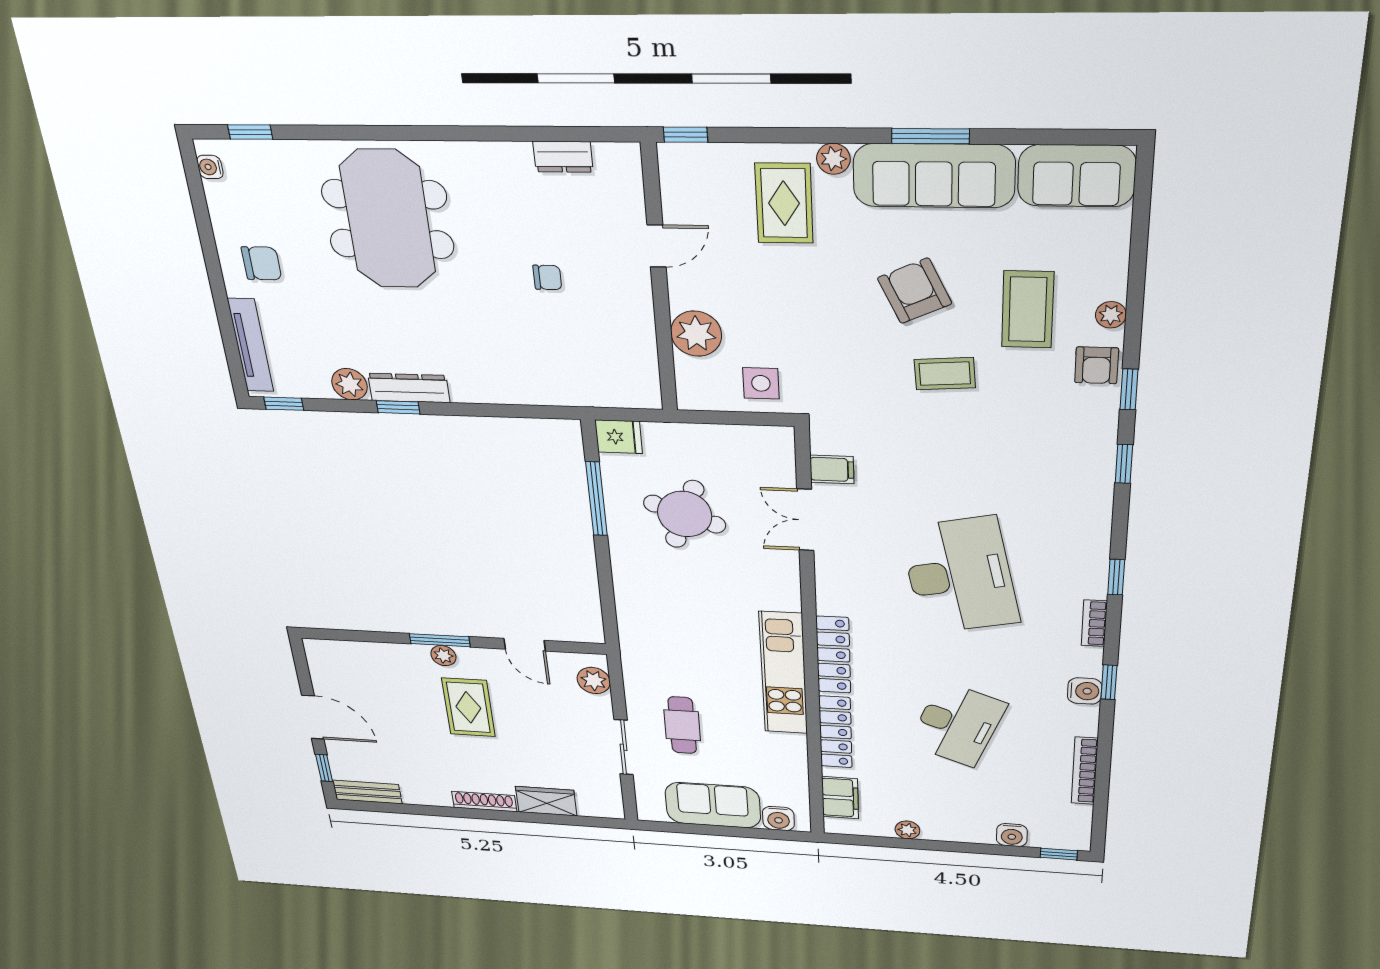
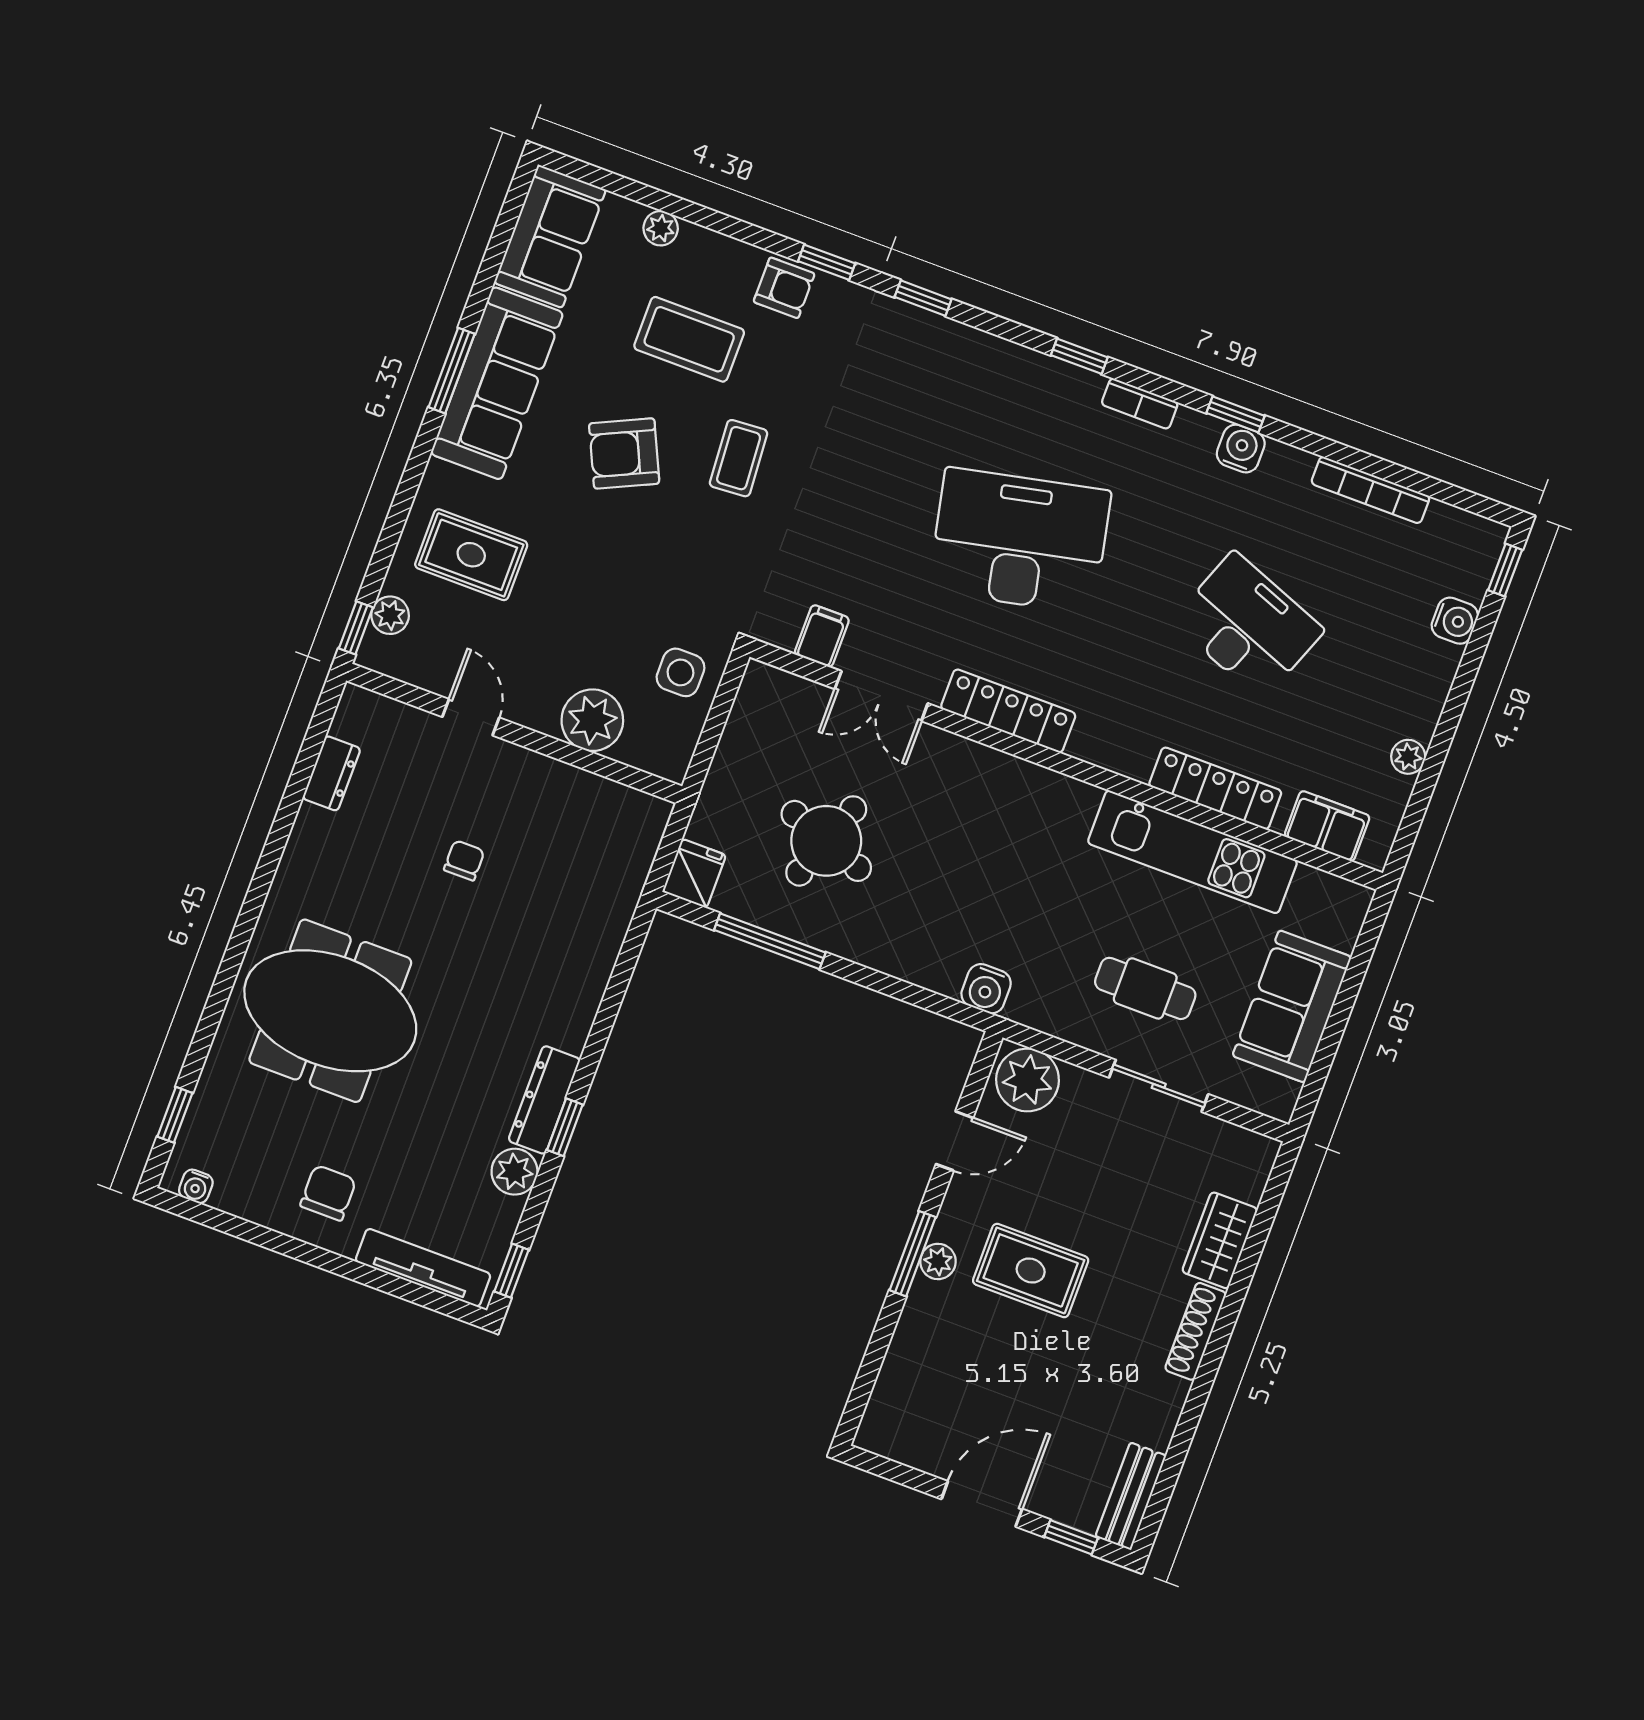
plant: (833, 159) -> (390, 615), moved
plant: (1111, 315) -> (661, 228), moved
locker: (833, 655) -> (1008, 711), moved
kitchen unit: (783, 673) -> (1192, 852), moved
plant: (594, 681) -> (1028, 1080), width x1.36, depth x1.36
water cooler: (778, 818) -> (986, 989), moved, turned 90

